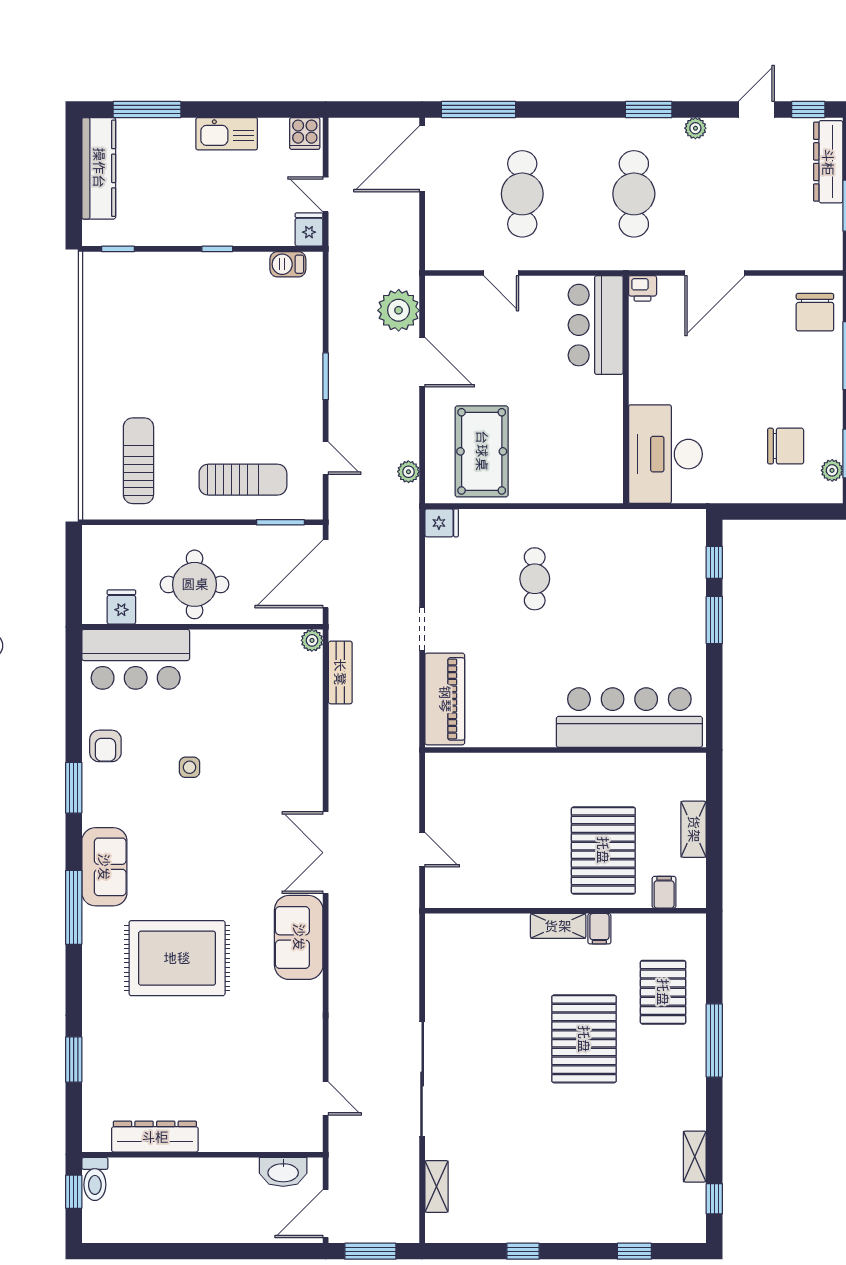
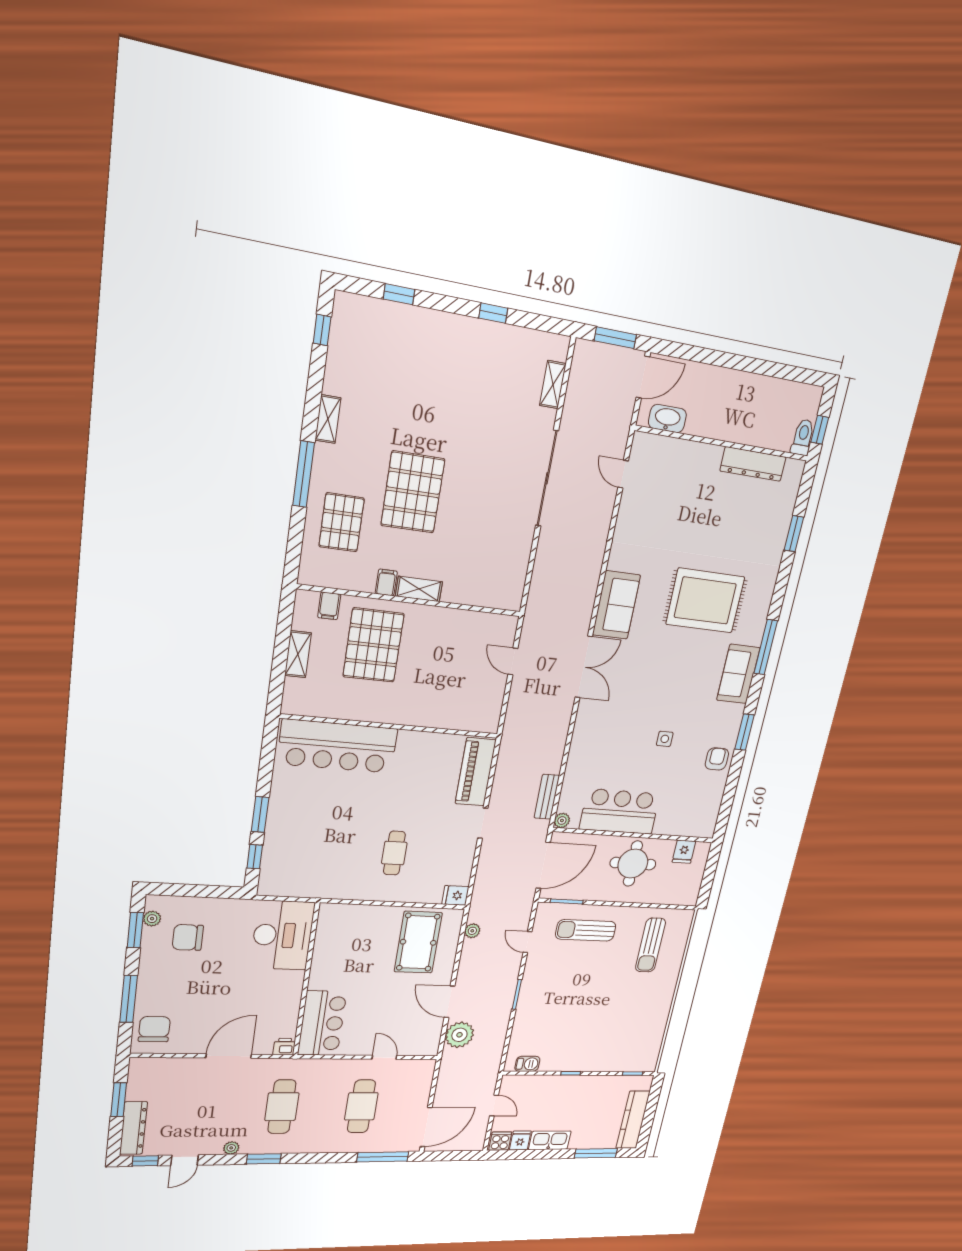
fridge: (309, 230) -> (520, 1140), moved, turned 180
bar counter: (136, 659) -> (620, 811), moved
shelving: (695, 1157) -> (328, 419), moved

